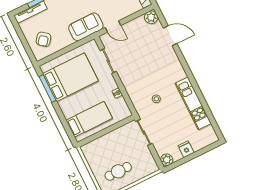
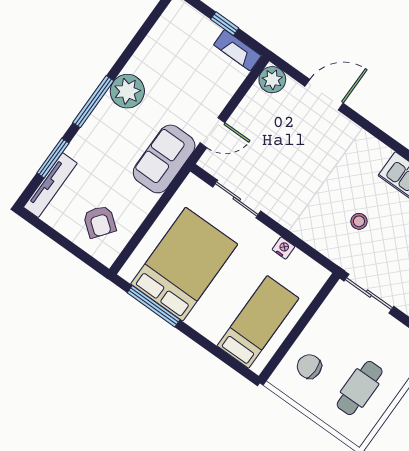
chair: (101, 150) -> (309, 367), added

